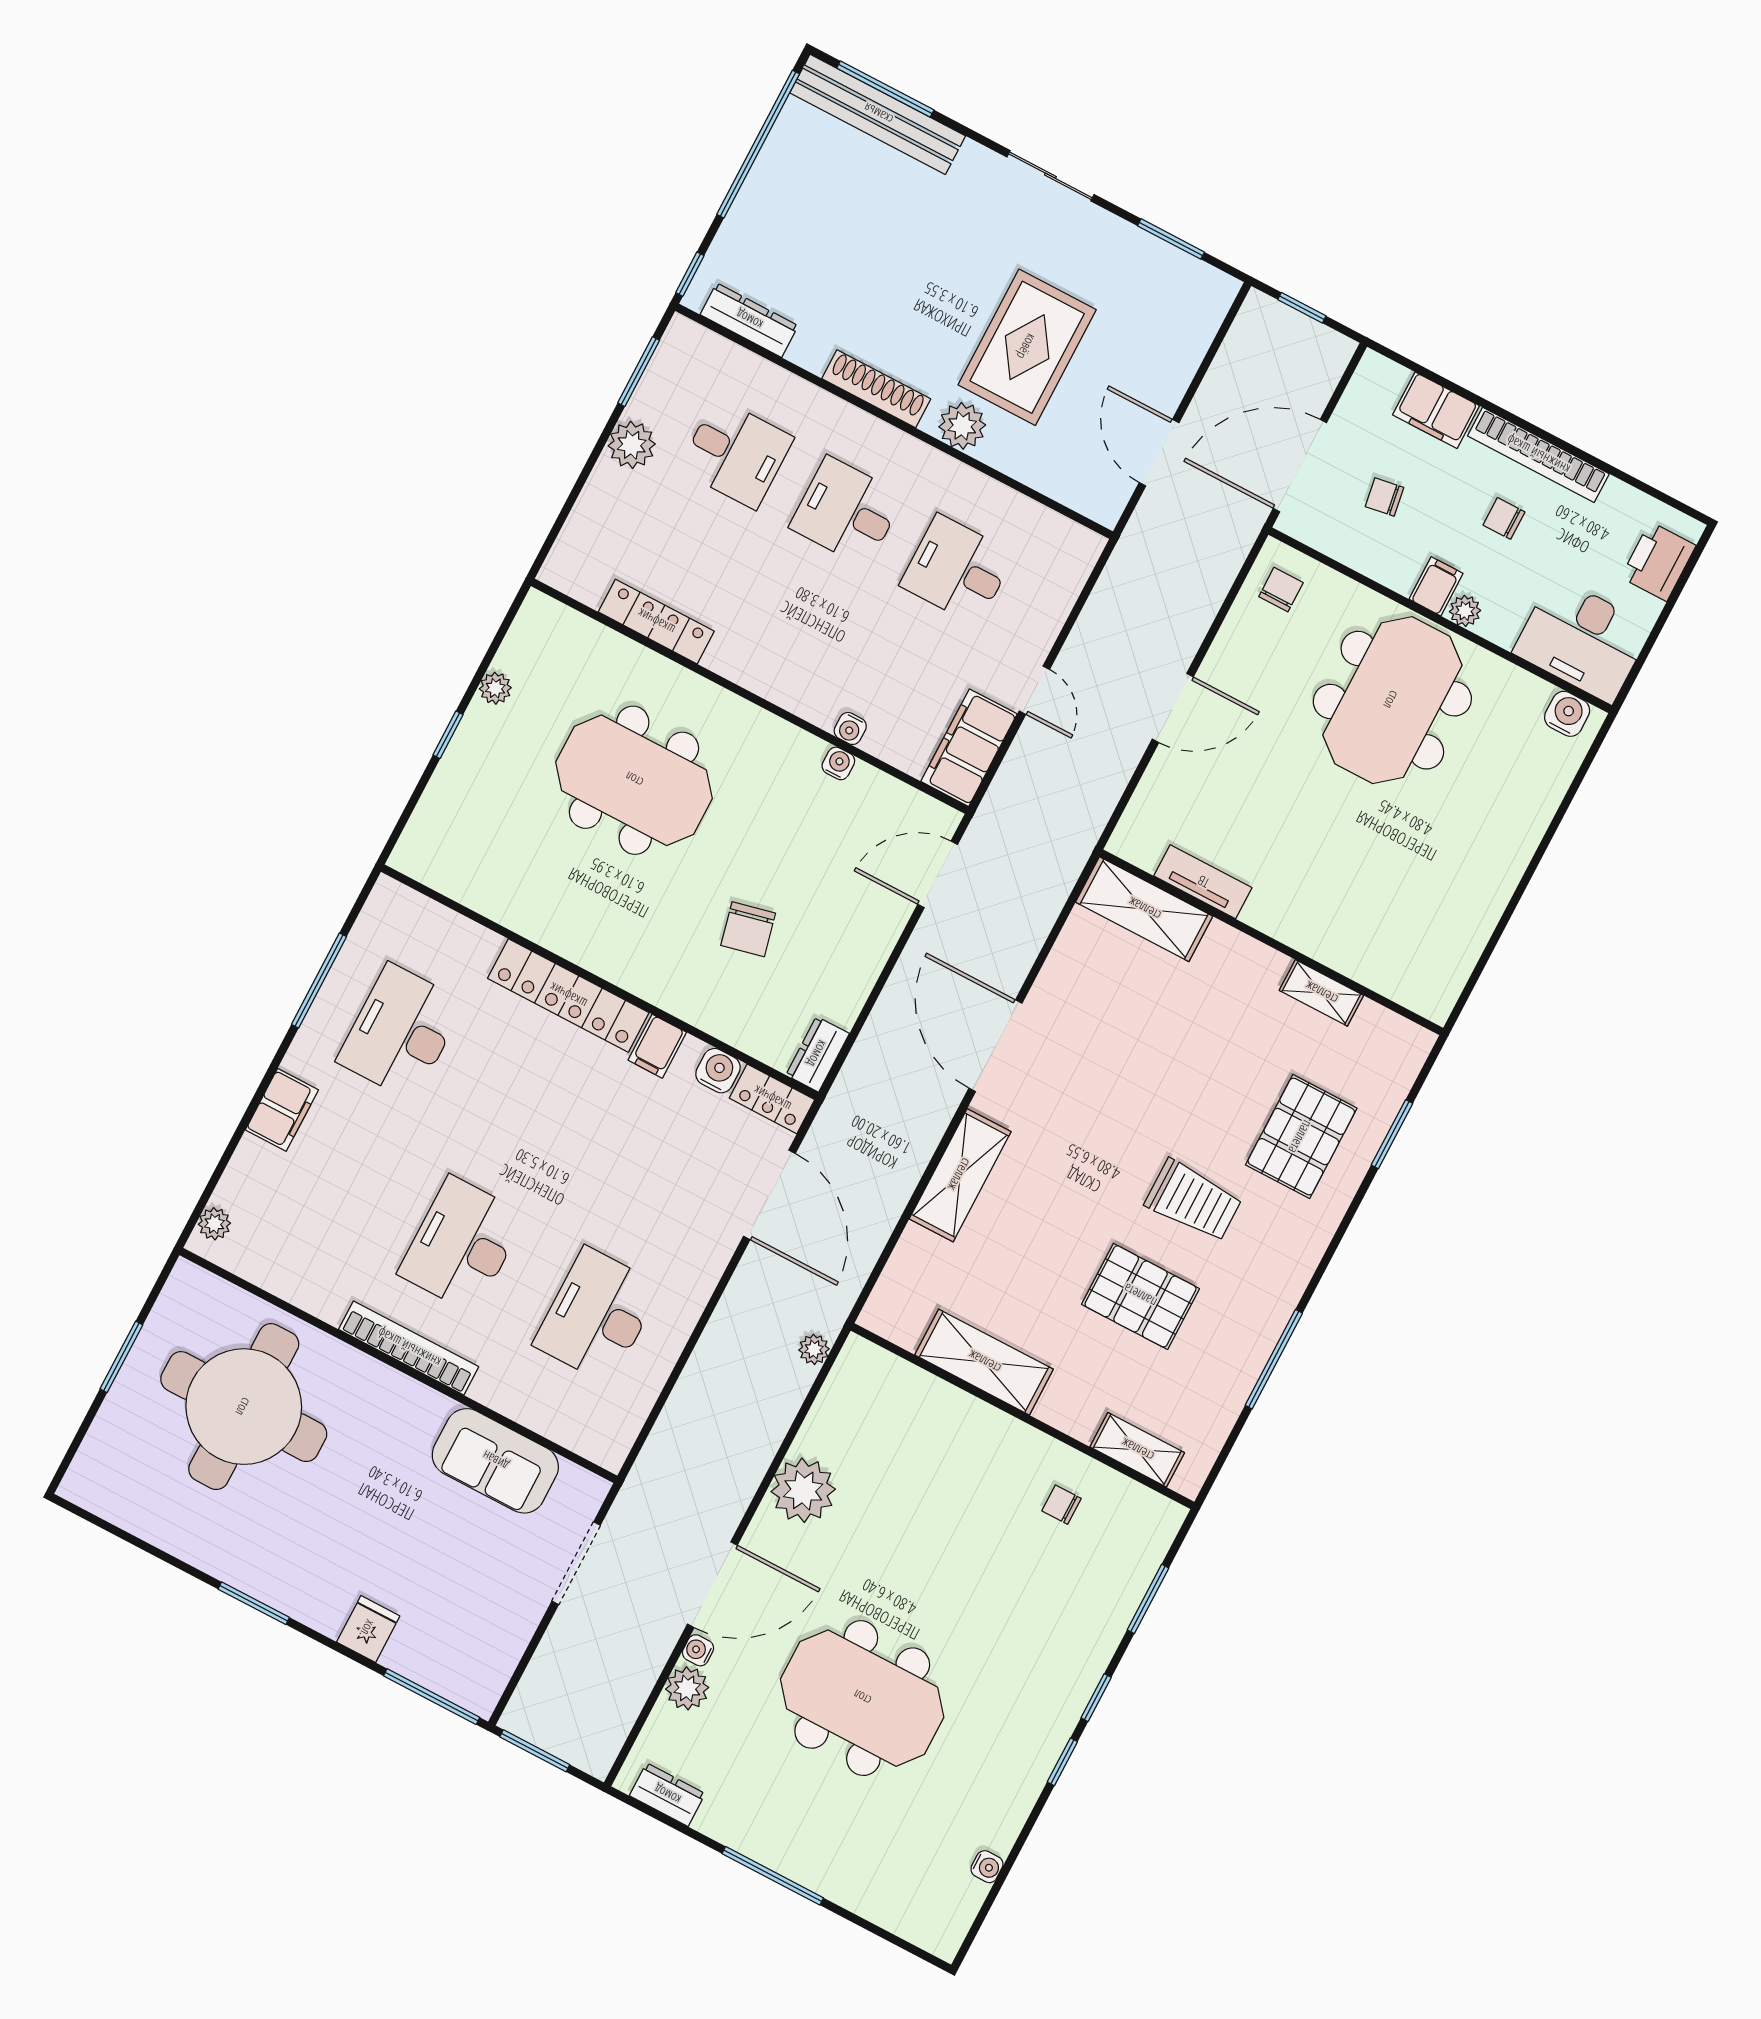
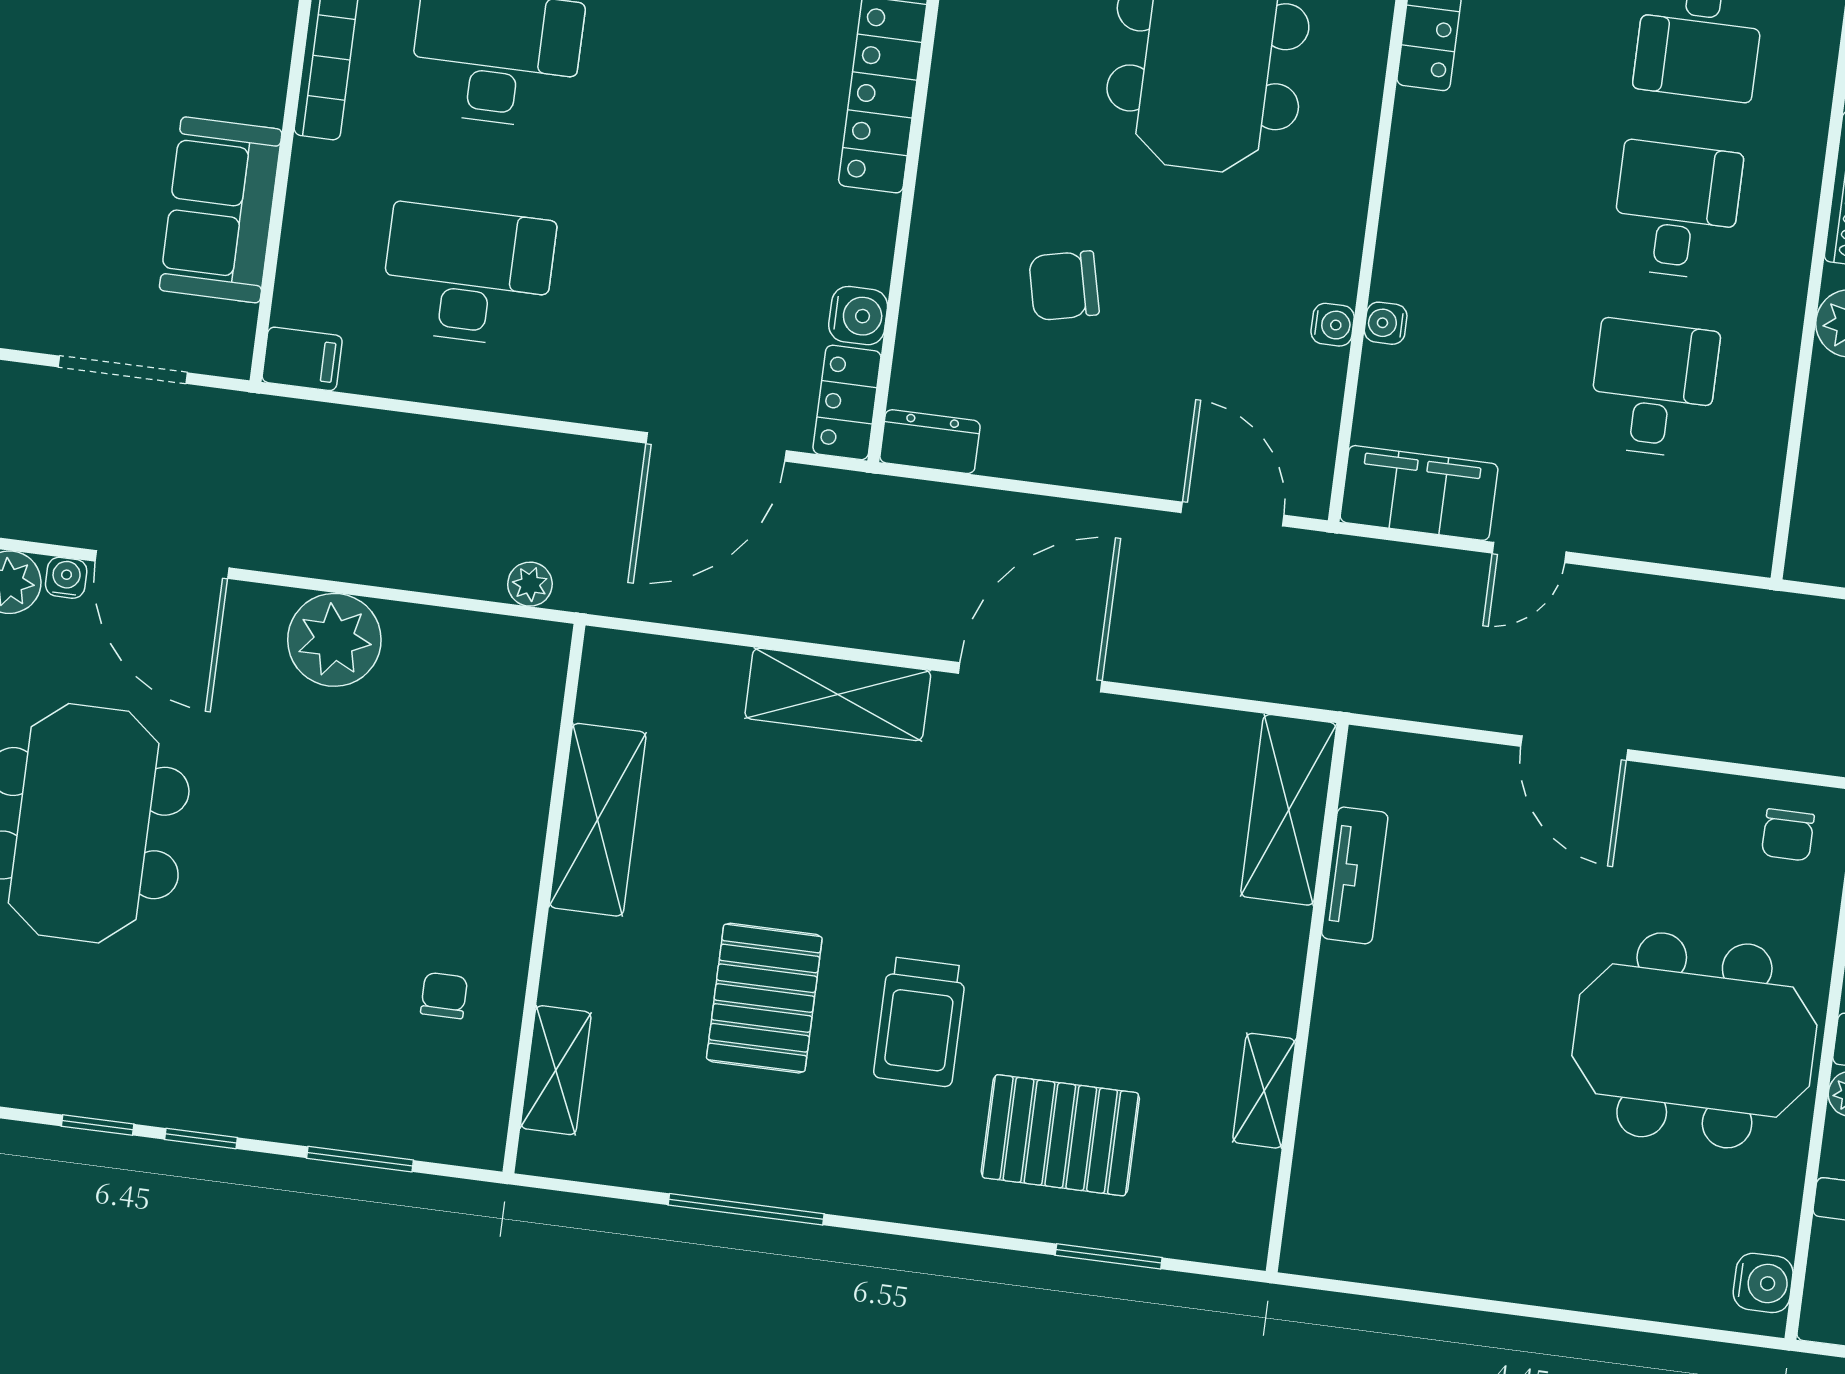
chair: (1281, 590) -> (1788, 835), turned 90
filing cabinet: (657, 1046) -> (302, 359), moved, turned 180

